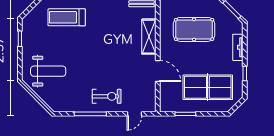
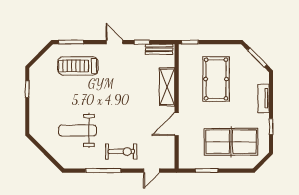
pool table: (194, 29) -> (216, 79), turned 90
weight bench: (48, 71) -> (78, 131), moved, turned 180
door: (158, 71) -> (177, 124), swing flipped

